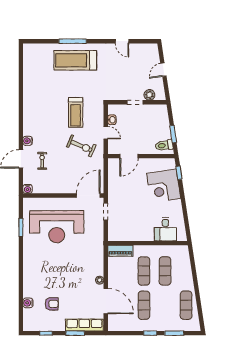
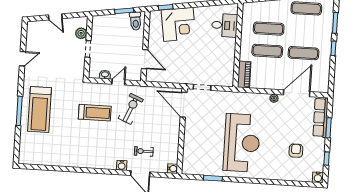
reception desk: (57, 227) -> (242, 143), moved
water cooler: (28, 303) -> (318, 177), moved

